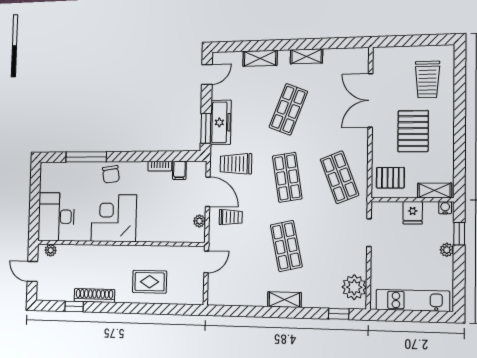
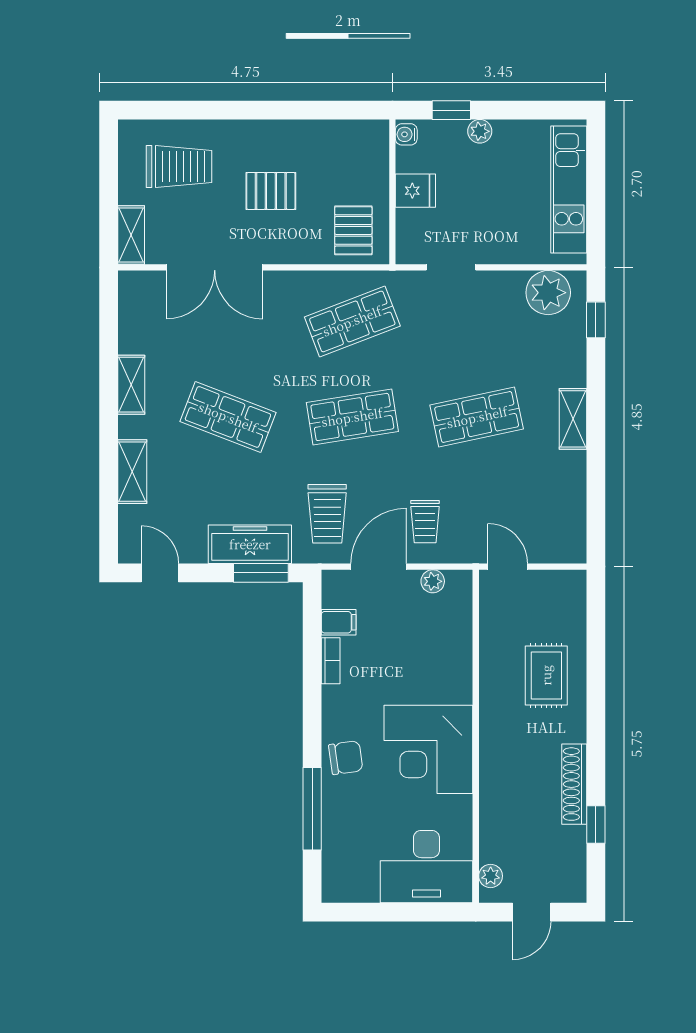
pallet: (413, 131) -> (271, 191), width x0.67, depth x0.71
shelving: (435, 190) -> (131, 235), moved
trolley: (231, 217) -> (425, 522), turned 180

